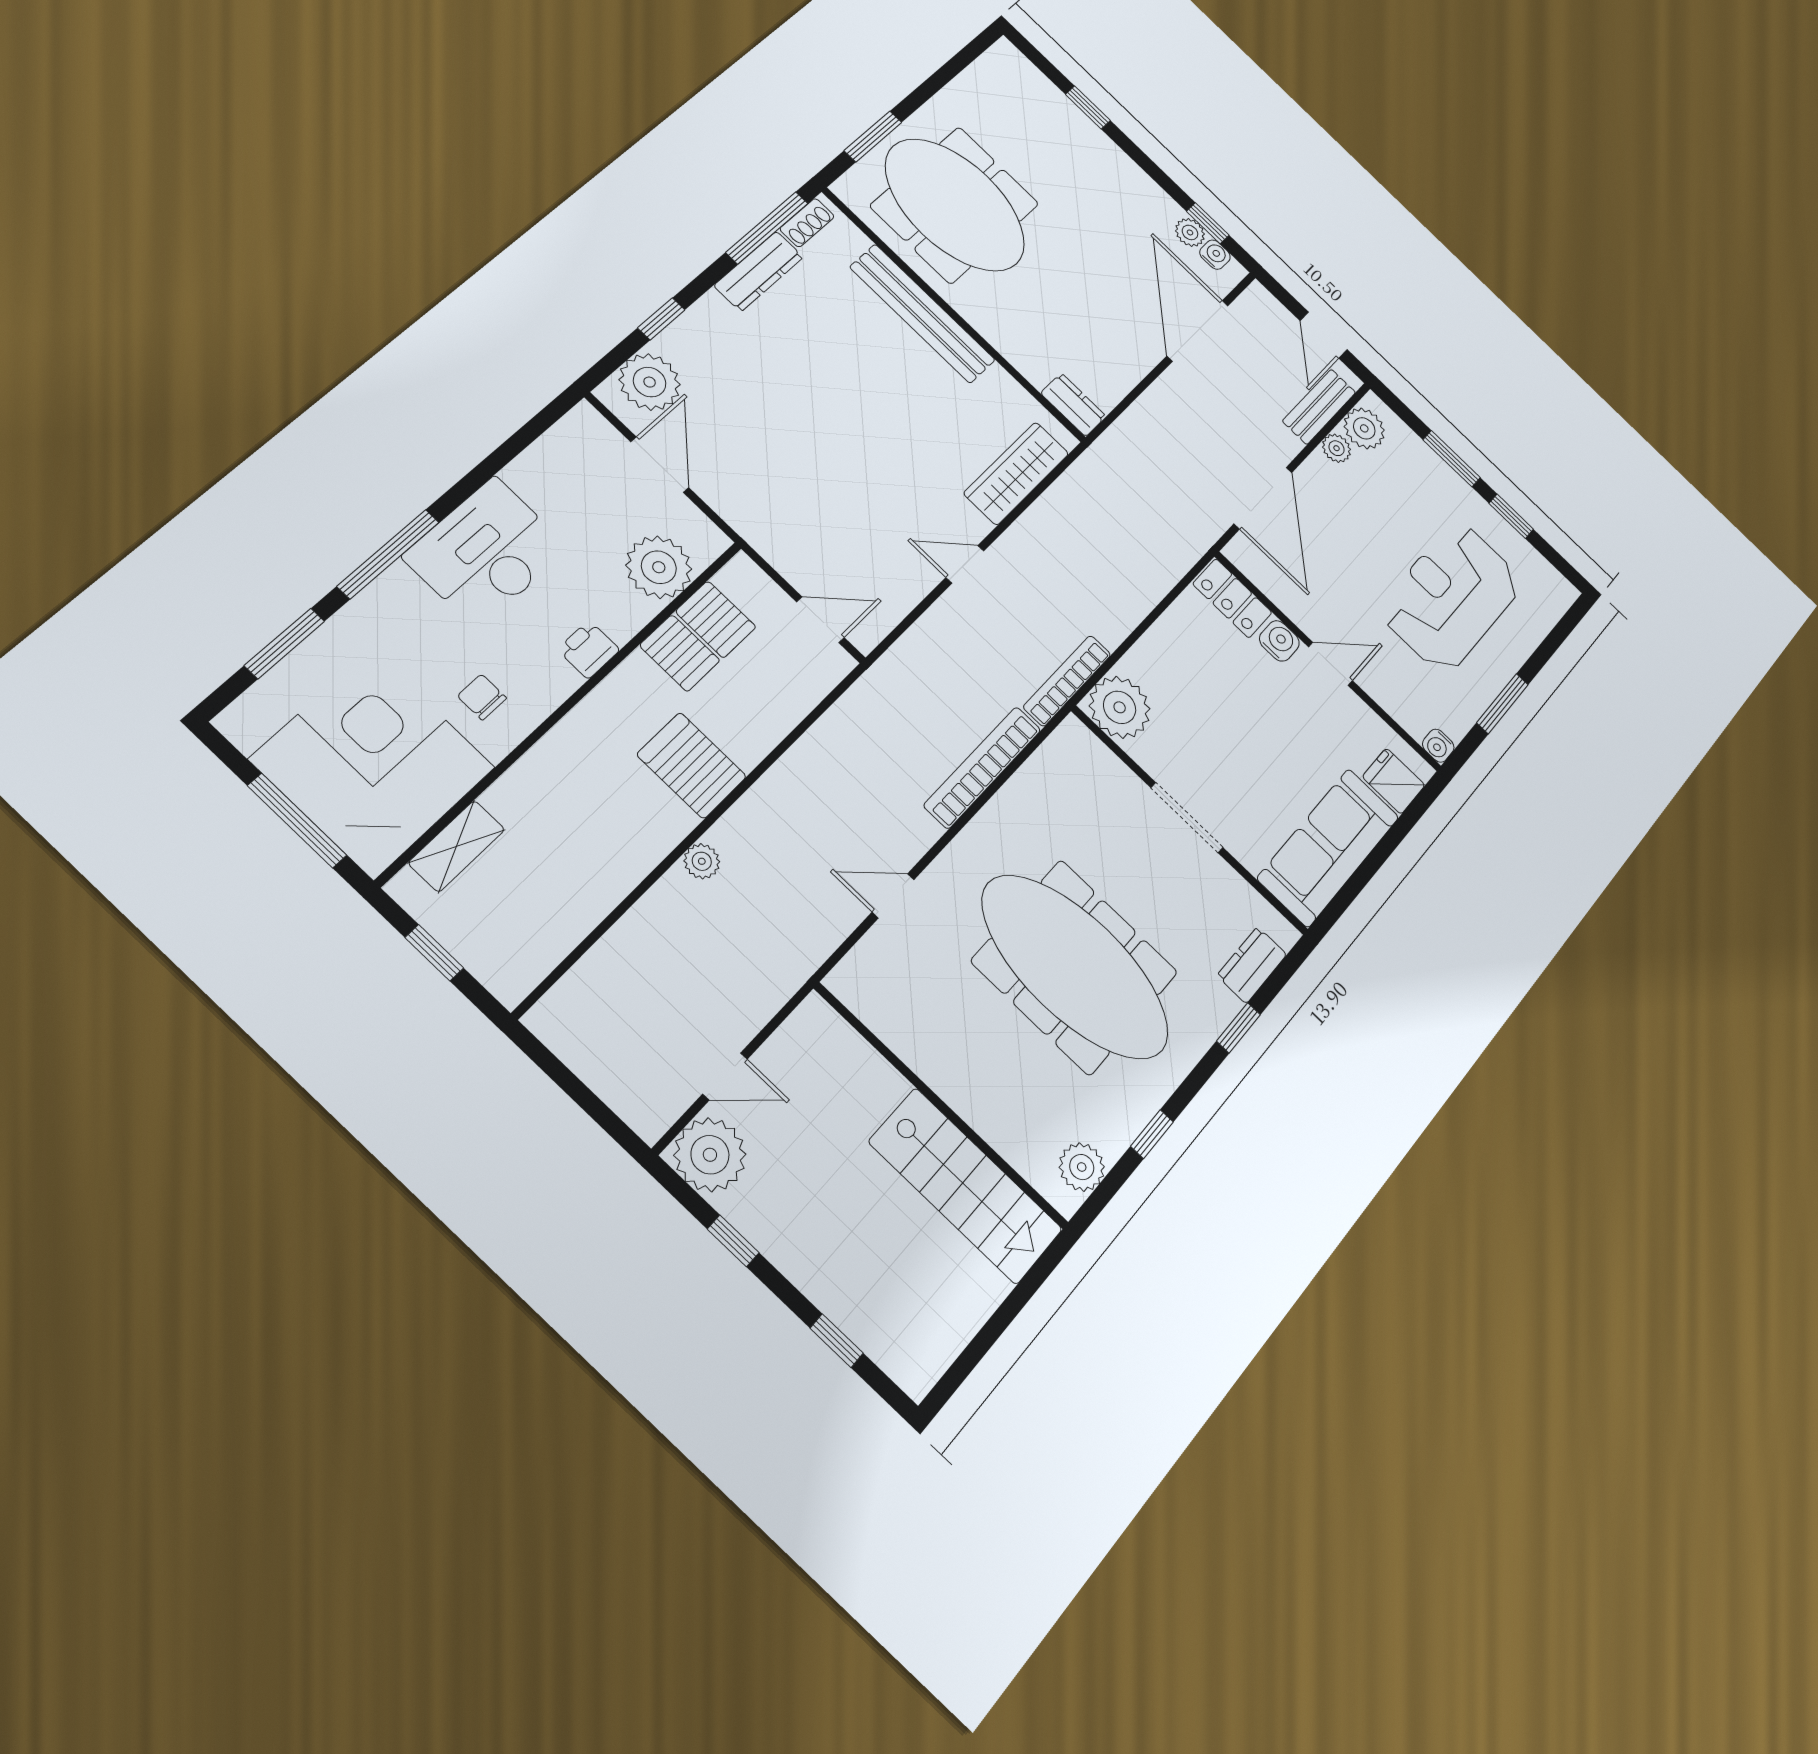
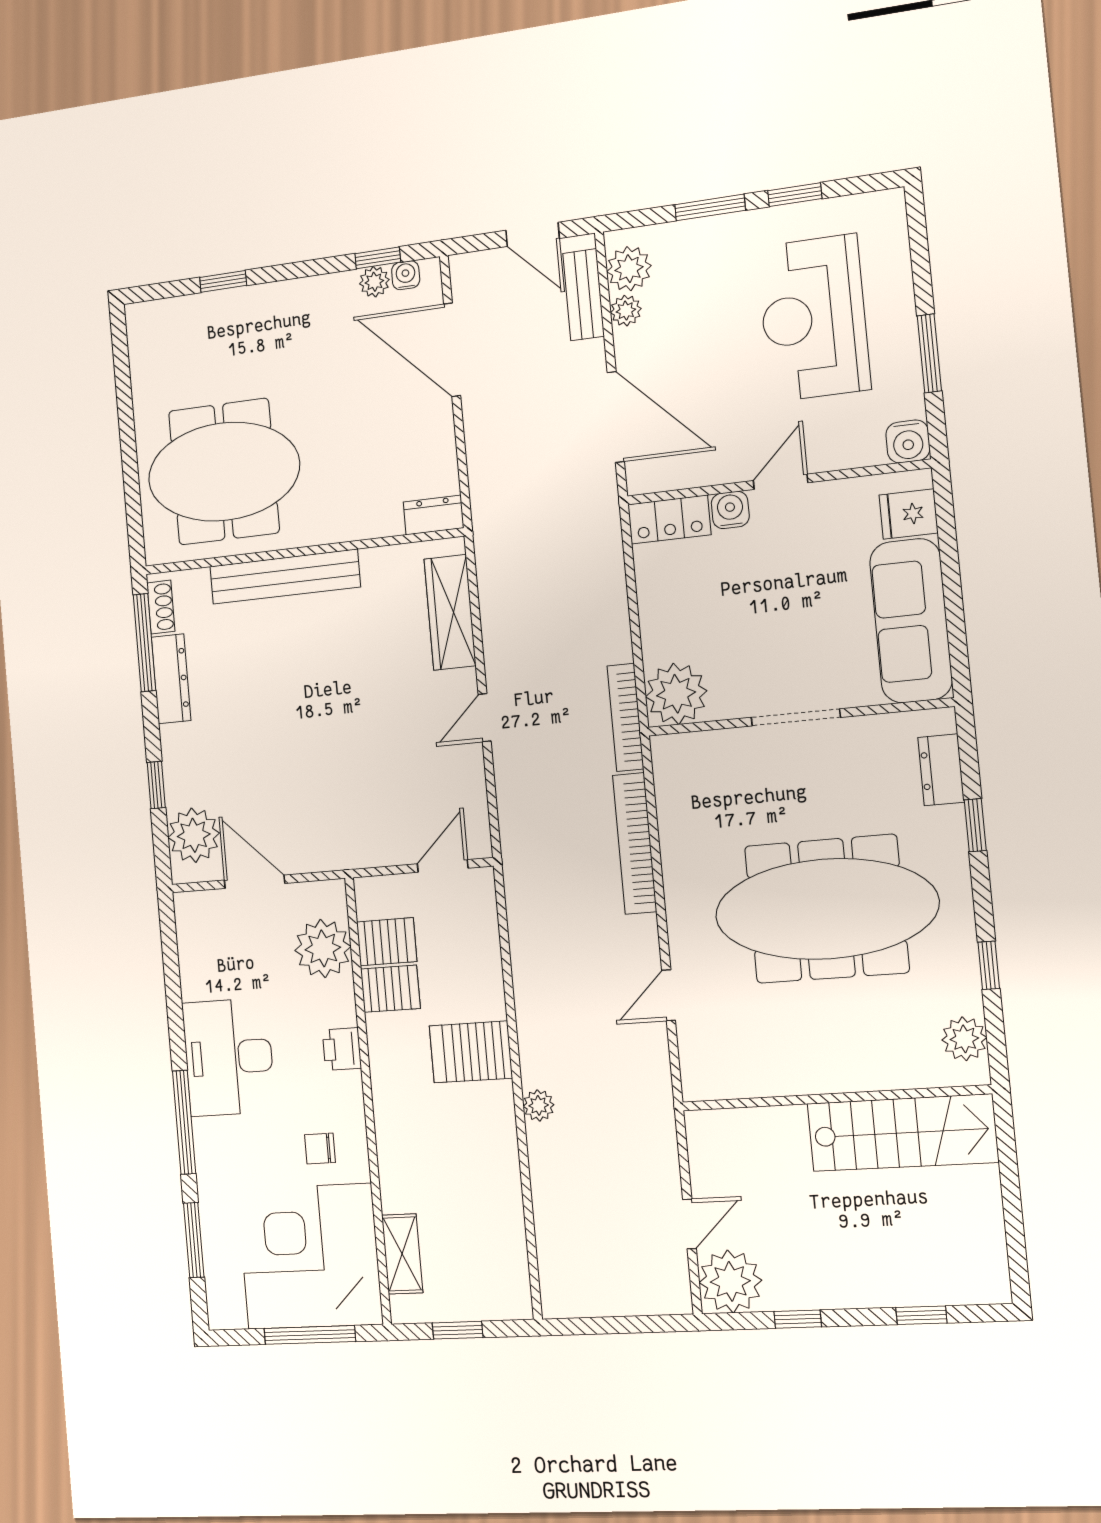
window: (873, 136) -> (132, 492), removed
water cooler: (1438, 746) -> (908, 441), width x1.38, depth x1.38

